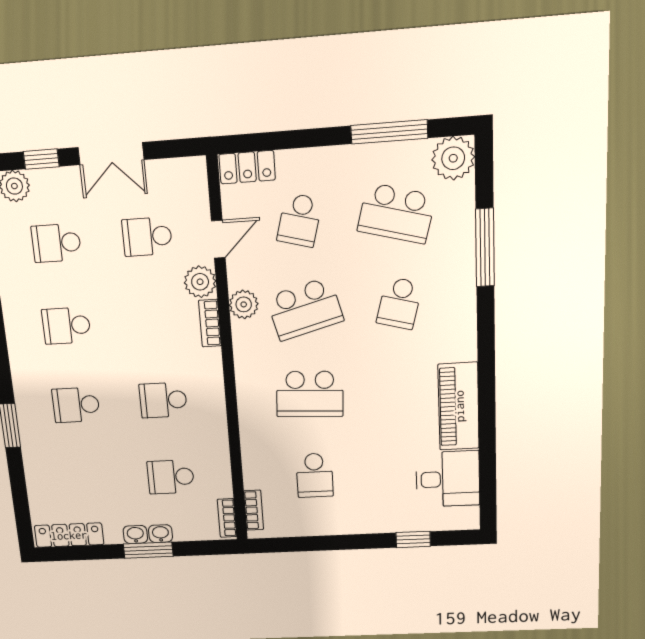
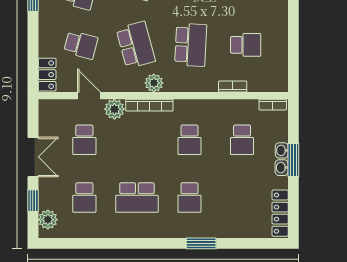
plant: (244, 304) -> (154, 83), moved
bookcase: (210, 323) -> (149, 105), width x1.56
school desk: (66, 326) -> (137, 198), width x1.85
bookcase: (254, 510) -> (233, 87), moved

